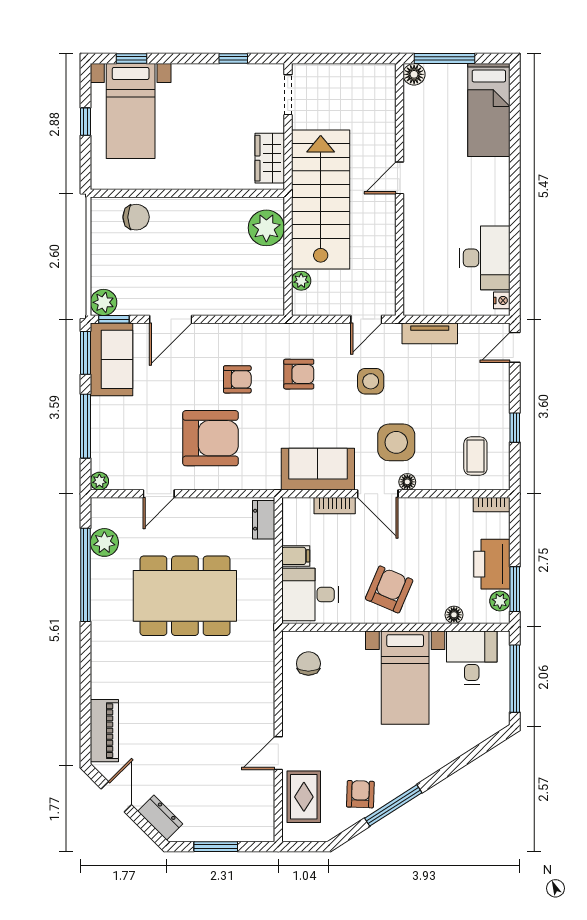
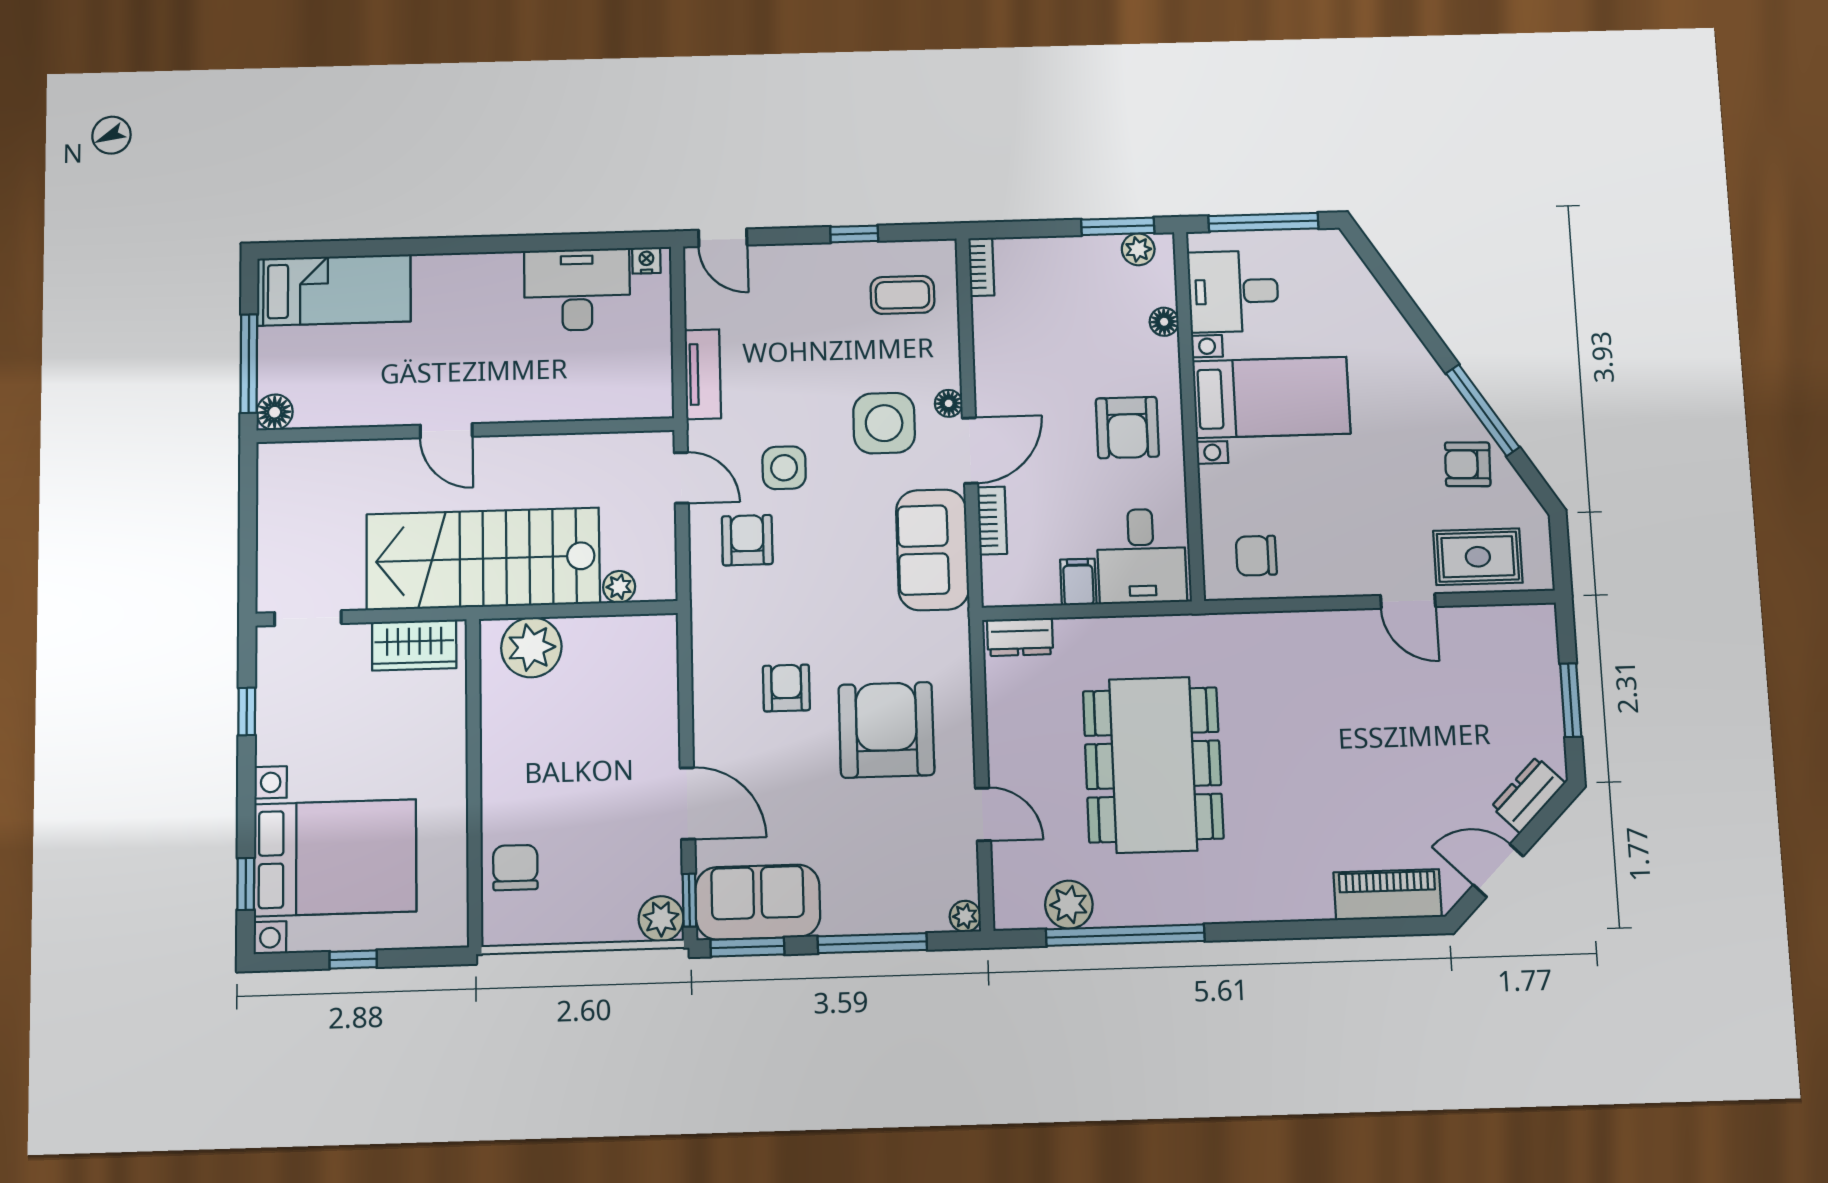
bed with nightstands: (131, 111) -> (335, 858), width x1.36
armchair: (299, 374) -> (747, 540), moved
printer: (492, 564) -> (1078, 264), removed
armchair: (389, 589) -> (1127, 428), turned -113

